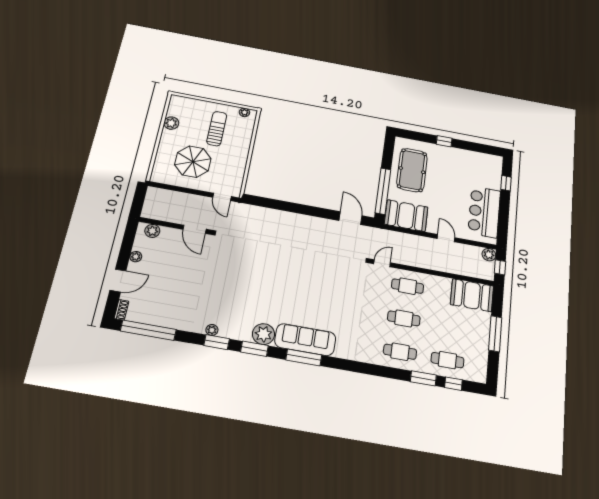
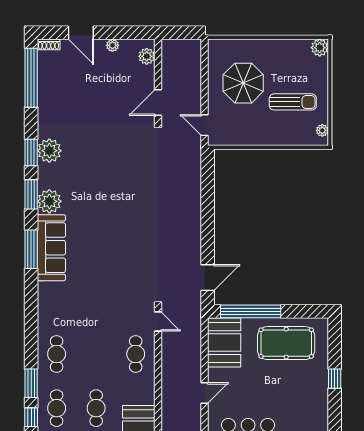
plant: (171, 123) -> (320, 48), moved
door: (222, 197) -> (205, 125), hinge flipped
cafe table: (404, 318) -> (96, 408), moved
plant: (212, 330) -> (49, 151), width x1.87, depth x1.87

